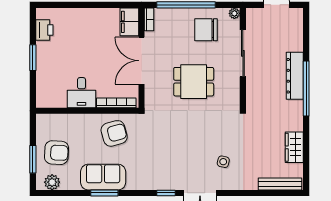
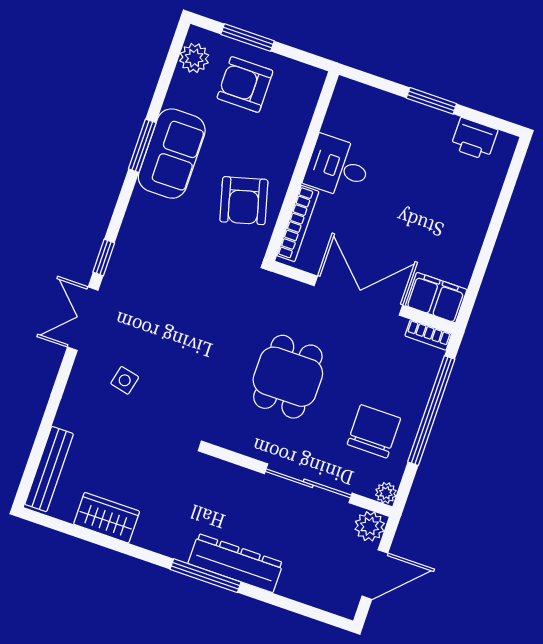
plant: (254, 16) -> (370, 526), added
window: (306, 89) -> (206, 576), width x0.68
armchair: (56, 153) -> (245, 85), turned 87

